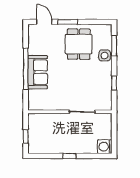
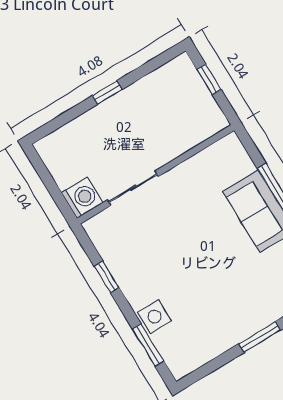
dining table: (79, 44) -> (215, 308), removed
washing machine: (105, 147) -> (82, 198), moved

